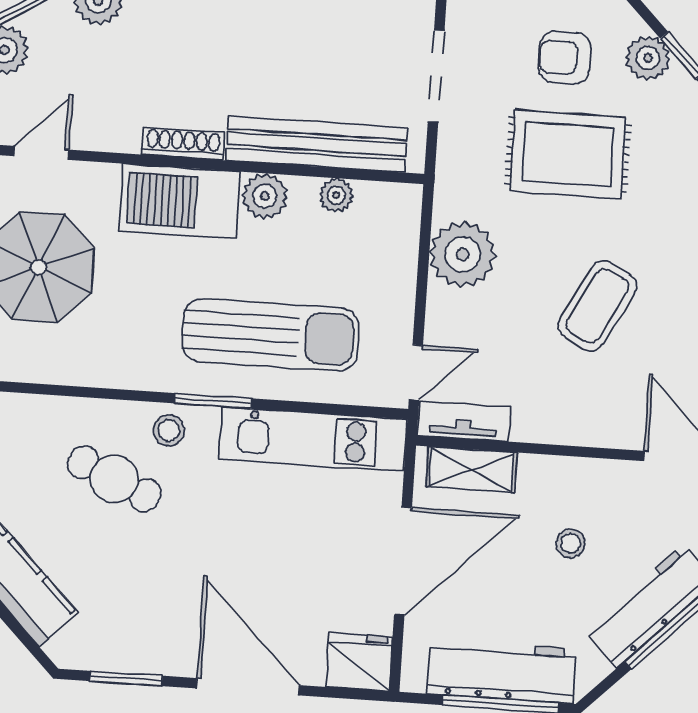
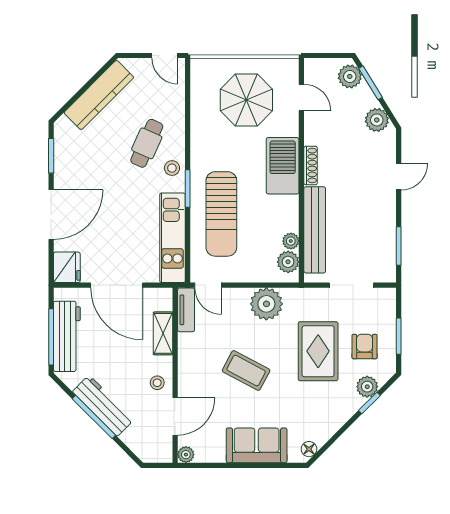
plant: (265, 196) -> (288, 262), moved
shelving: (471, 469) -> (163, 333), moved
stool: (571, 543) -> (157, 383), moved

